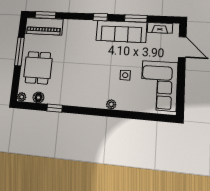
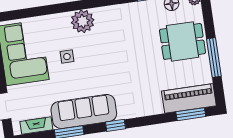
dining table: (38, 68) -> (182, 41), turned 90
plant: (111, 104) -> (83, 21), width x1.87, depth x1.87

